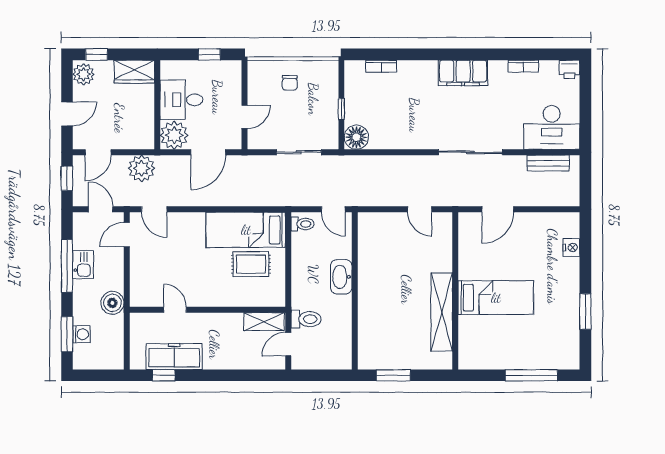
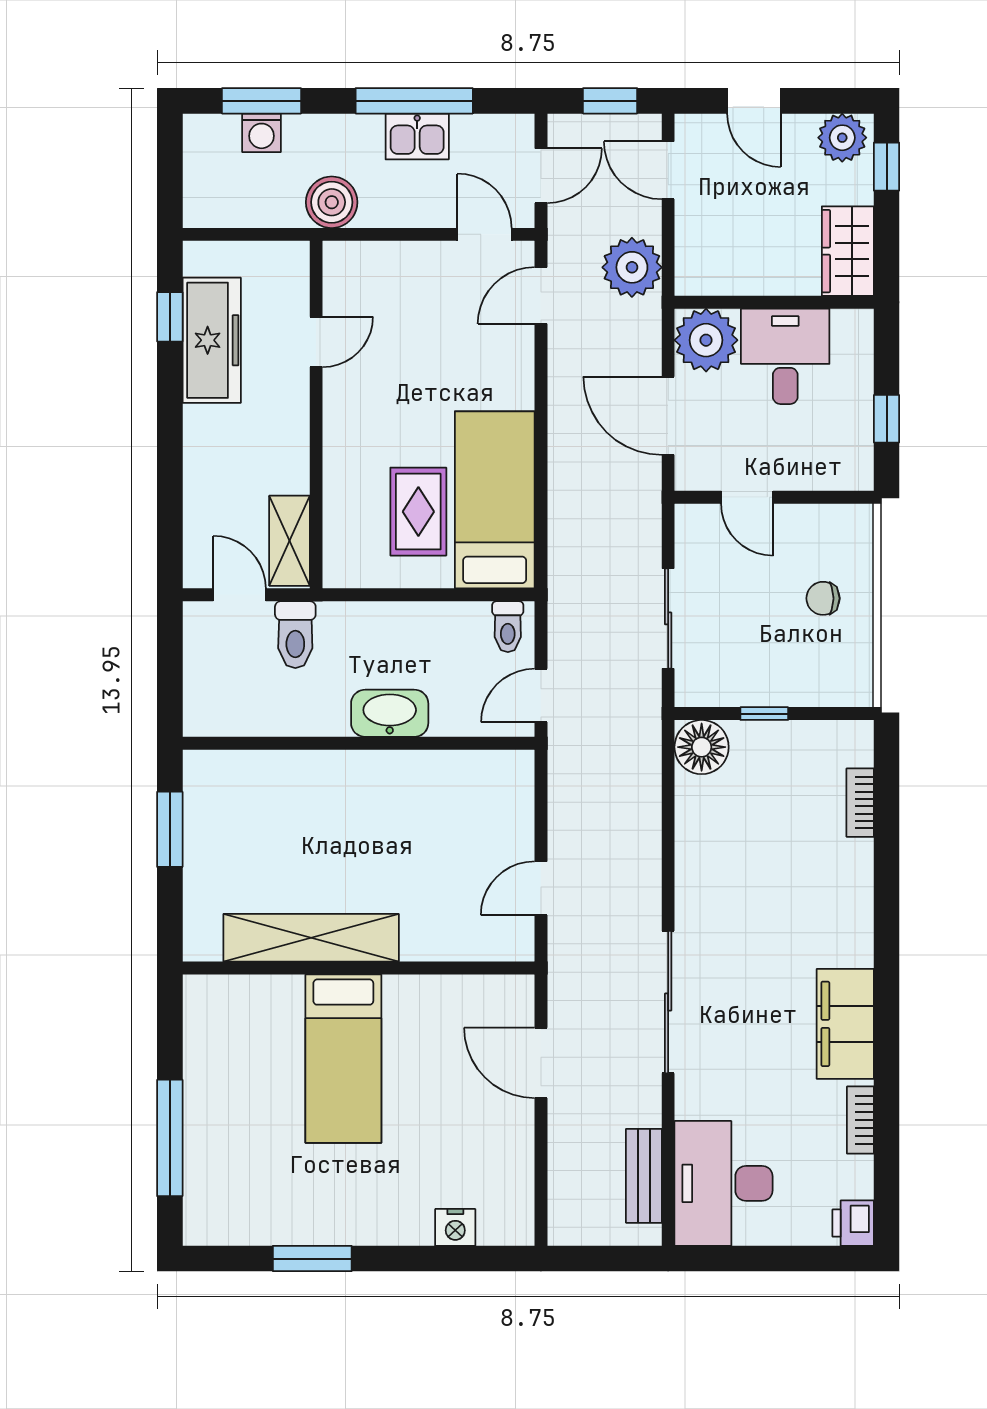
filing cabinet: (463, 73) -> (845, 1024), moved

